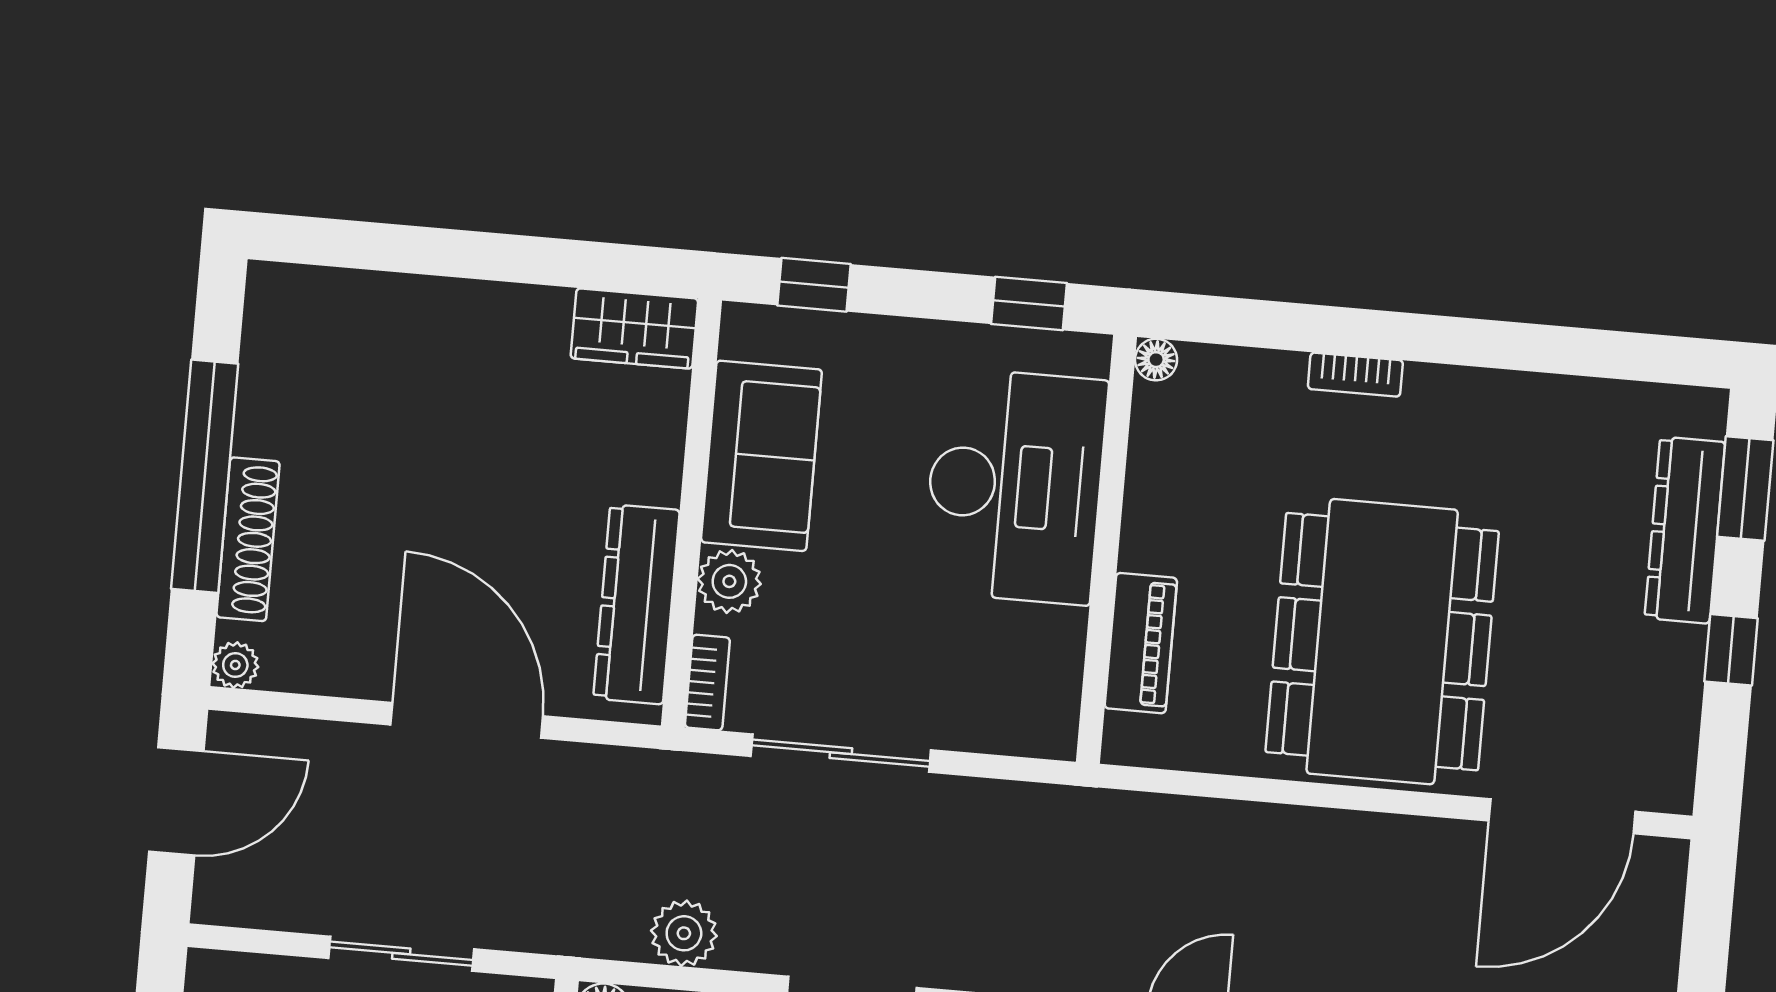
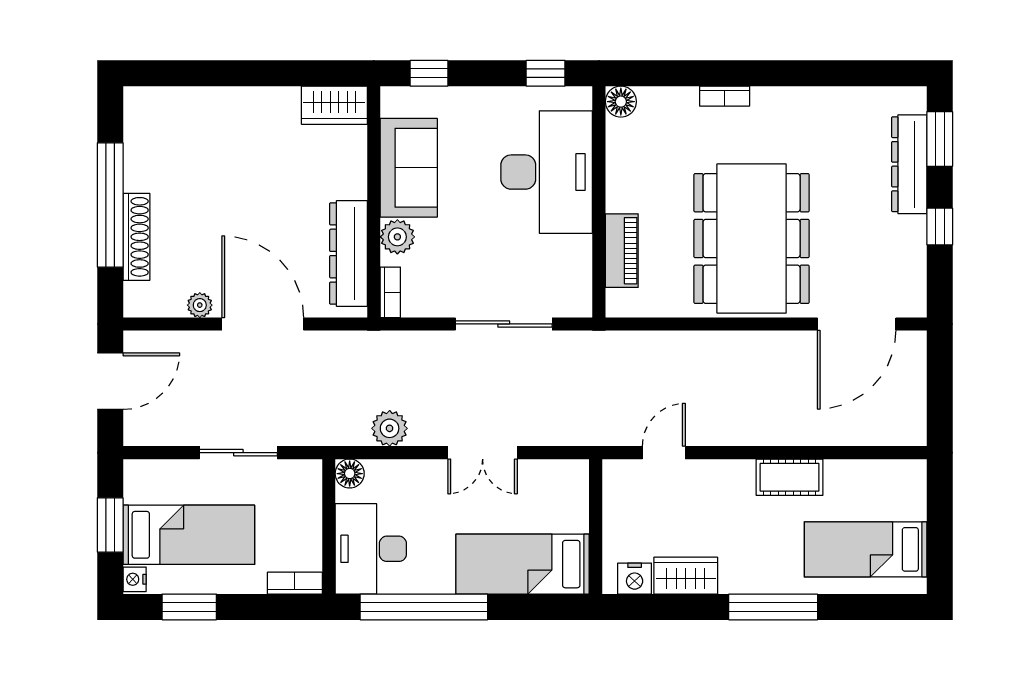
floor lamp: (1156, 360) -> (621, 102), width x1.37, depth x1.37
plant: (235, 665) -> (200, 305), moved
sliding door: (841, 753) -> (504, 324), moved

